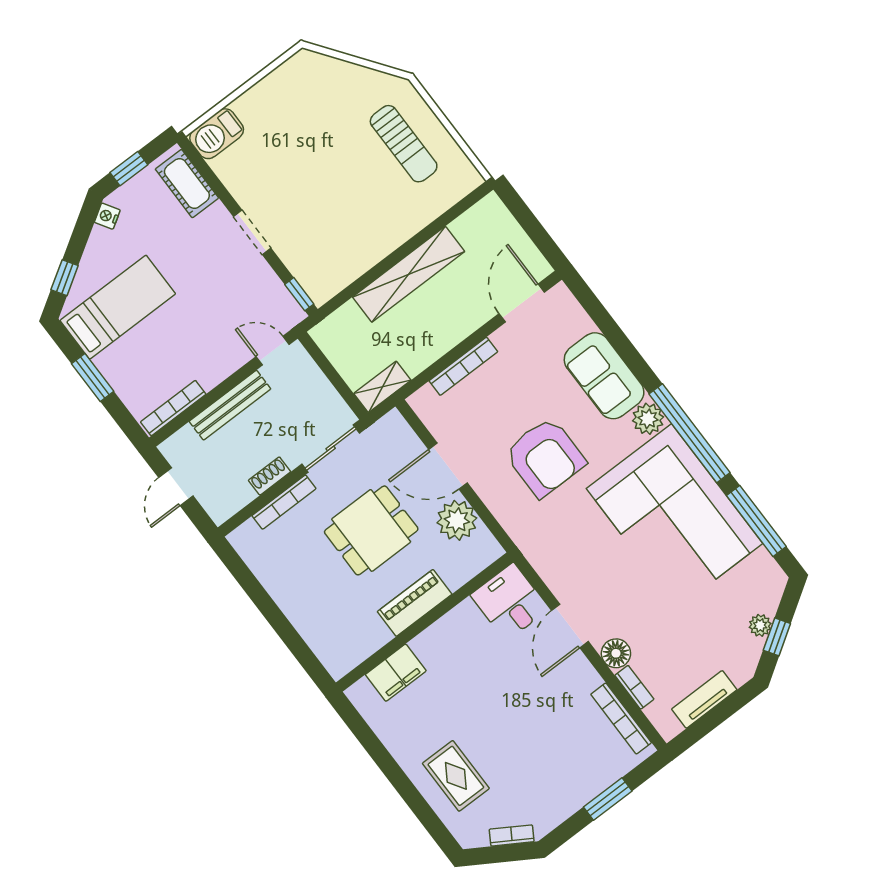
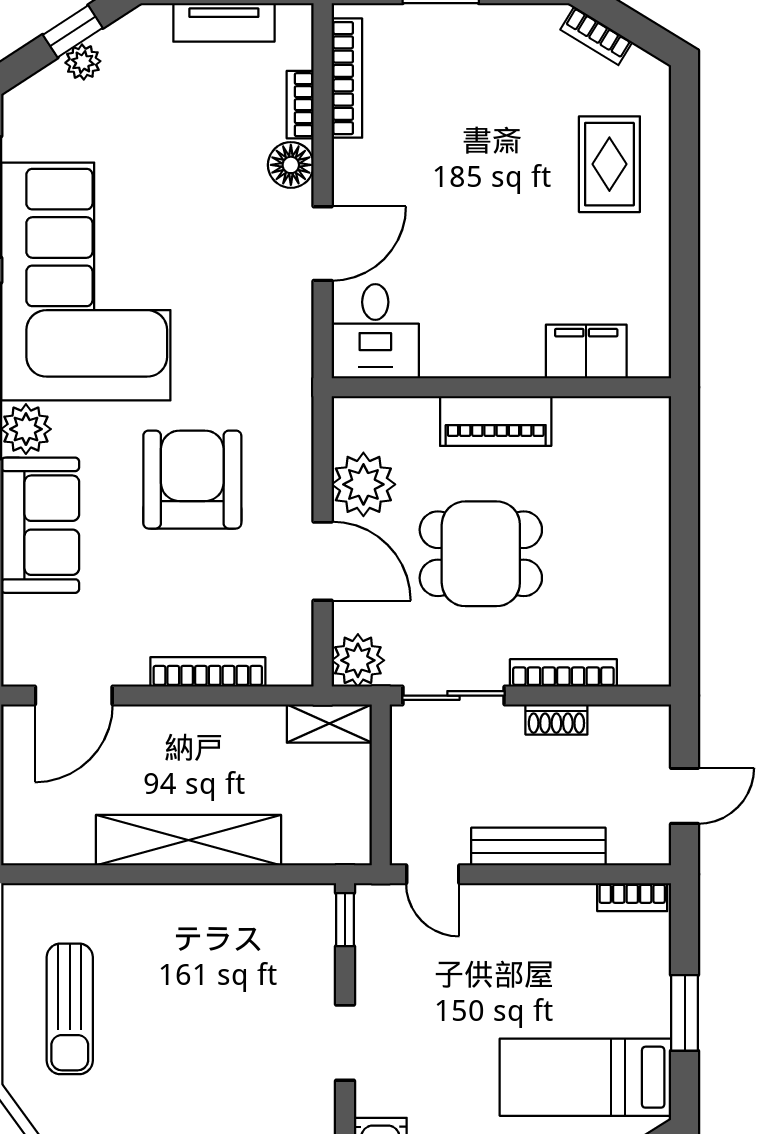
sun lounger: (404, 144) -> (70, 1009), turned 180
bookcase: (173, 408) -> (632, 897), width x0.64
plant: (392, 430) -> (358, 660), added

